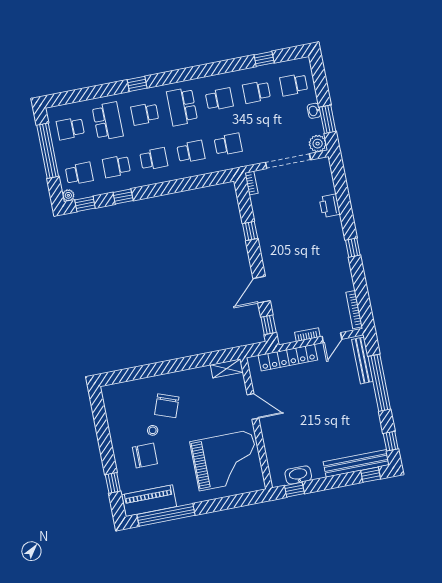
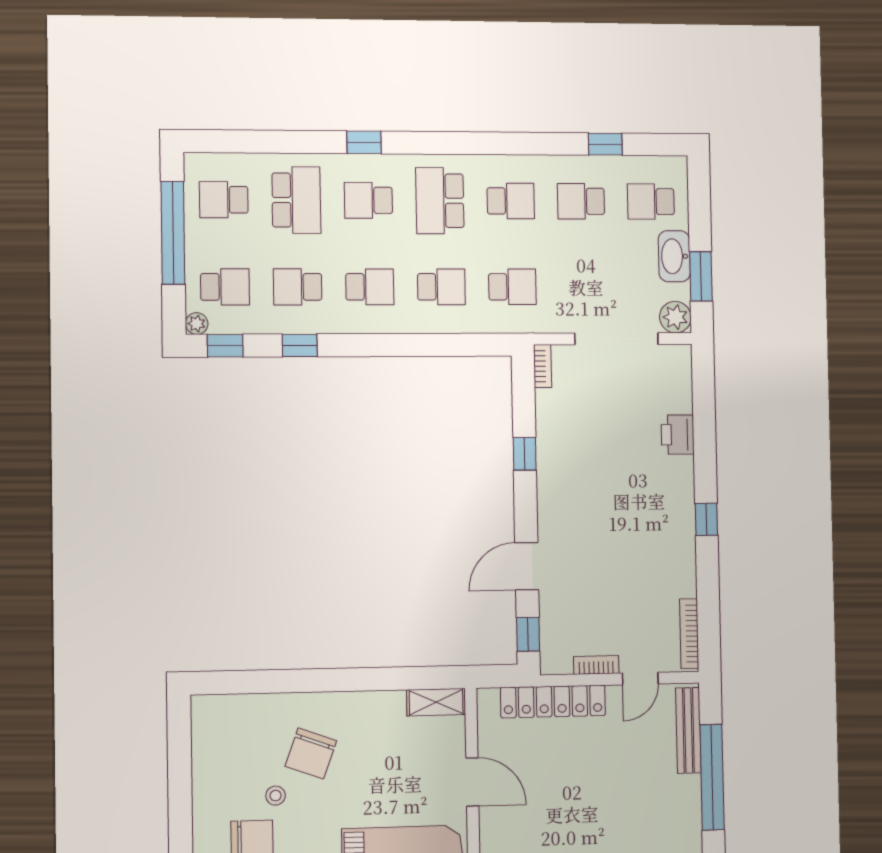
washbasin: (314, 111) -> (674, 256), width x1.91, depth x1.45

